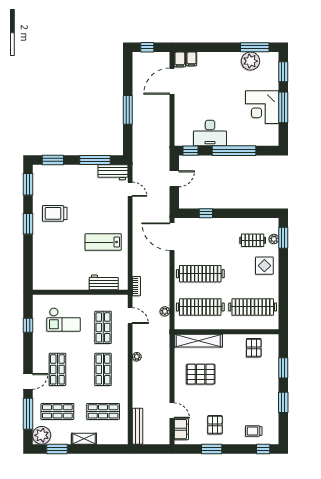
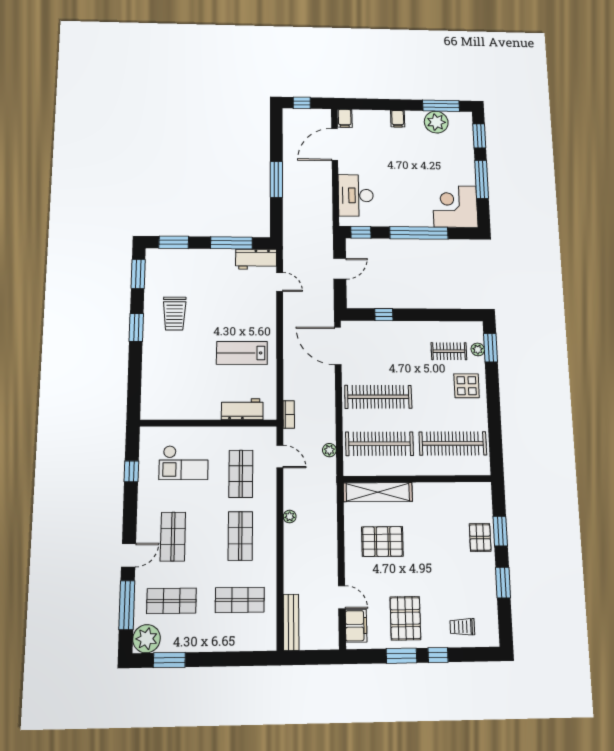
filing cabinet: (192, 59) -> (398, 119), moved
corner desk: (262, 107) -> (455, 207), moved, turned 90
desk: (210, 133) -> (356, 195), moved, turned 90
trolley: (55, 213) -> (174, 313), turned -90
pallet: (254, 348) -> (480, 538), moved
pallet: (215, 425) -> (405, 618), width x1.50, depth x1.42
shelving: (84, 439) -> (211, 643), removed
window: (263, 449) -> (438, 655), moved

